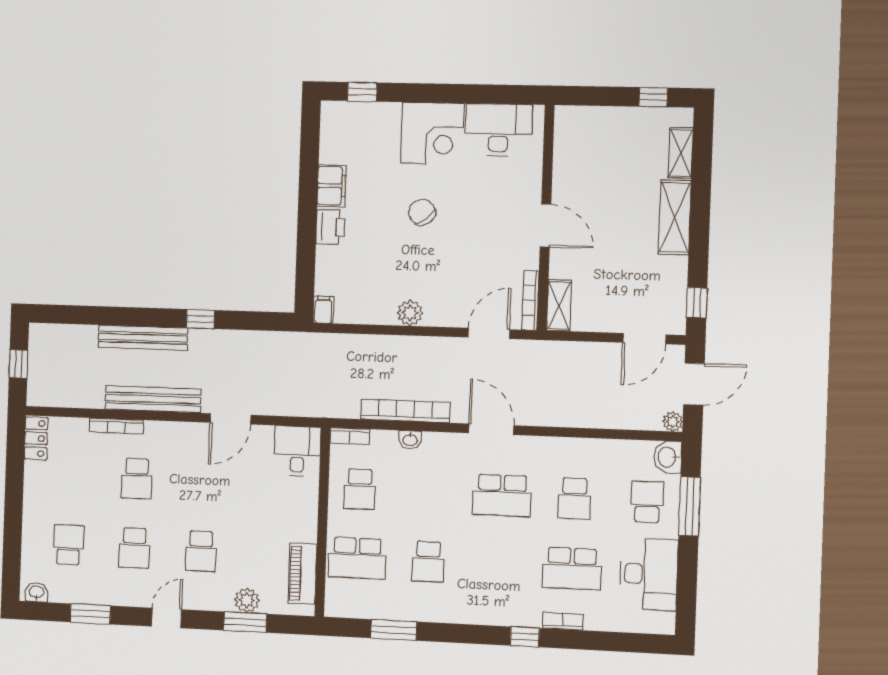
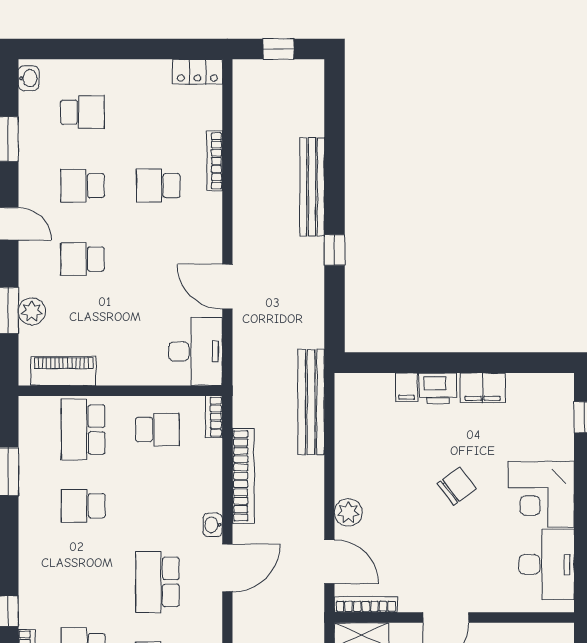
filing cabinet: (323, 310) -> (407, 387), moved, turned 90
plant: (410, 313) -> (348, 512), moved
bench: (153, 399) -> (311, 402), moved
washbasin: (410, 440) -> (213, 525), moved
desk: (297, 451) -> (195, 351), width x1.37
school desk: (360, 489) -> (157, 429), turned 180

